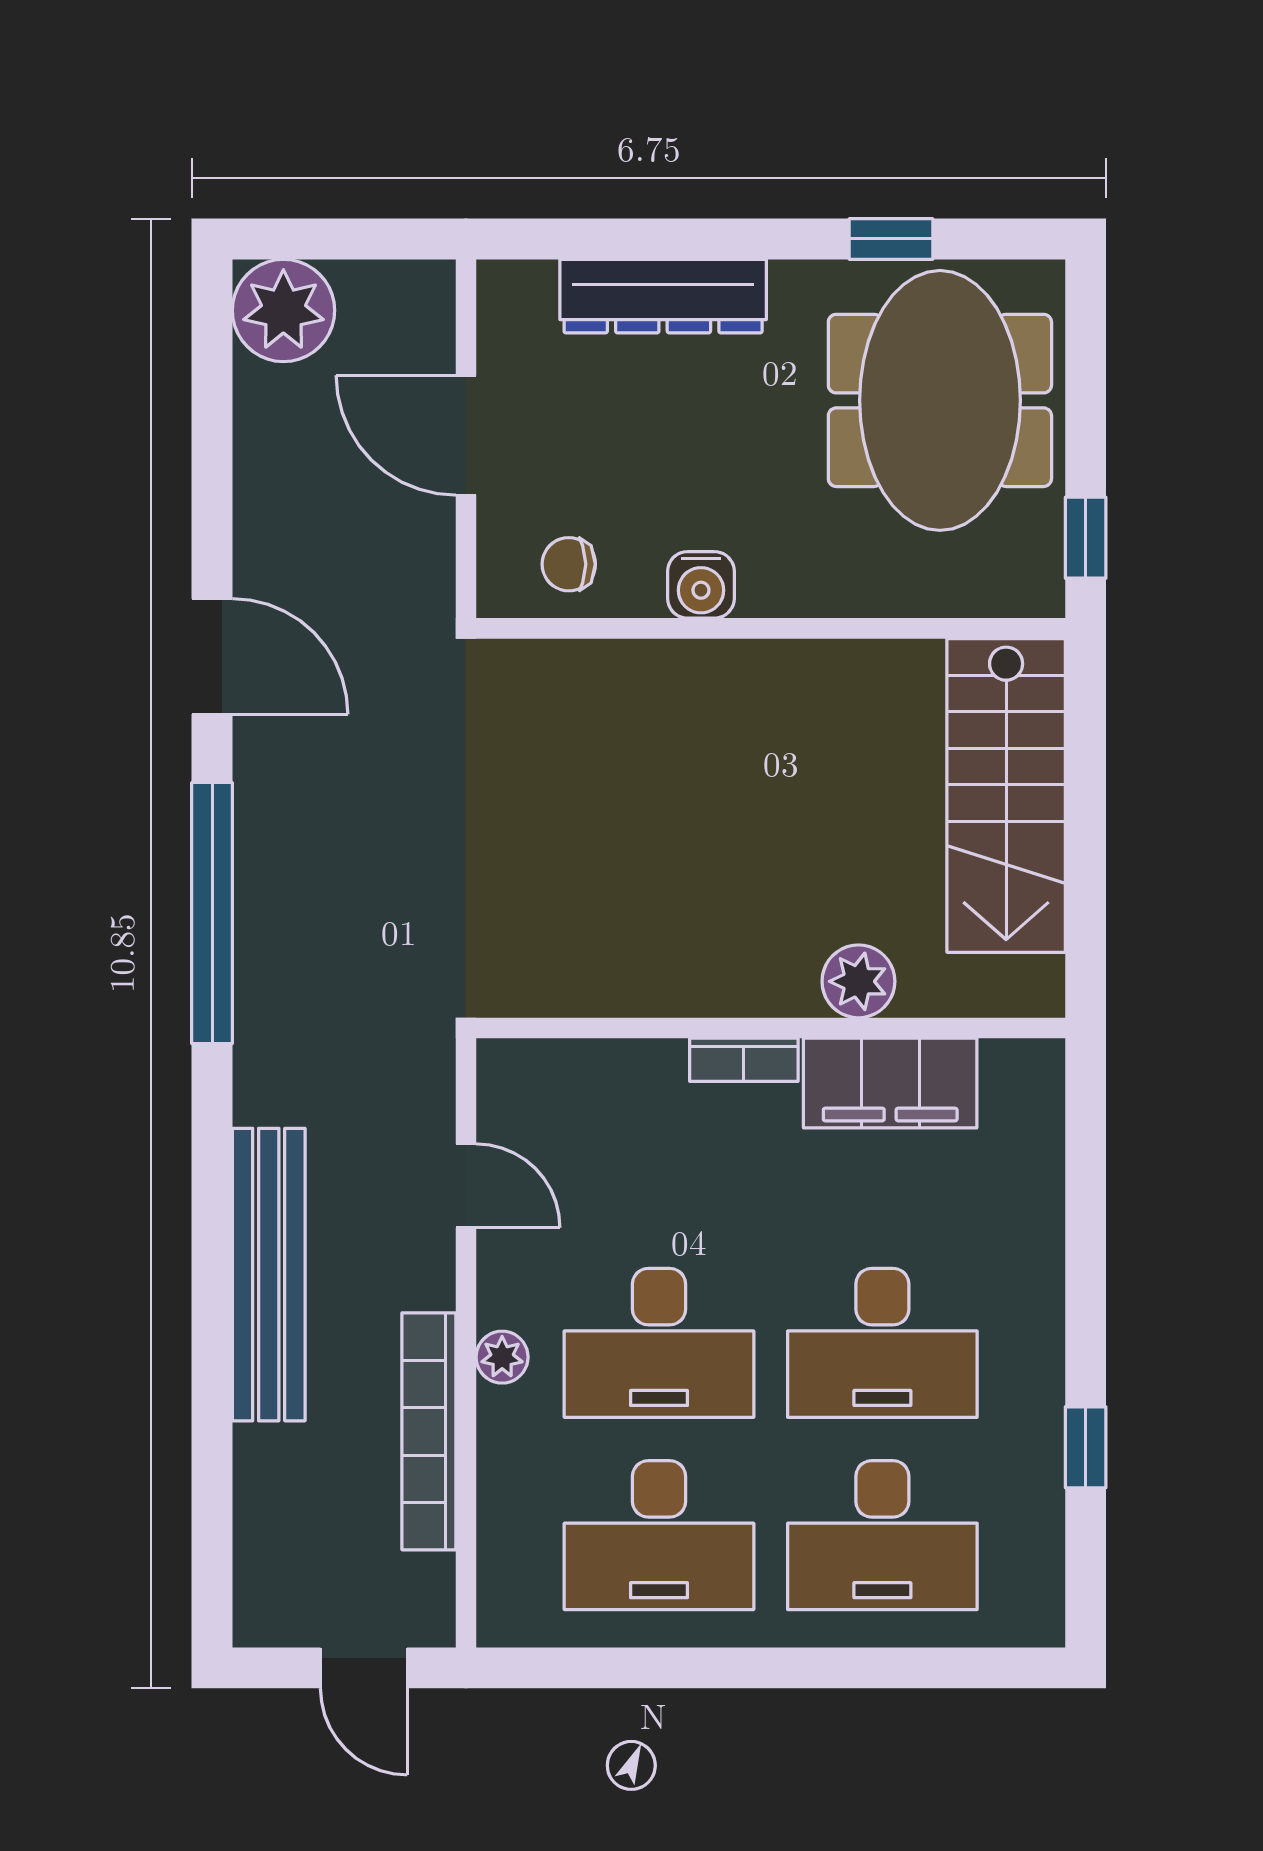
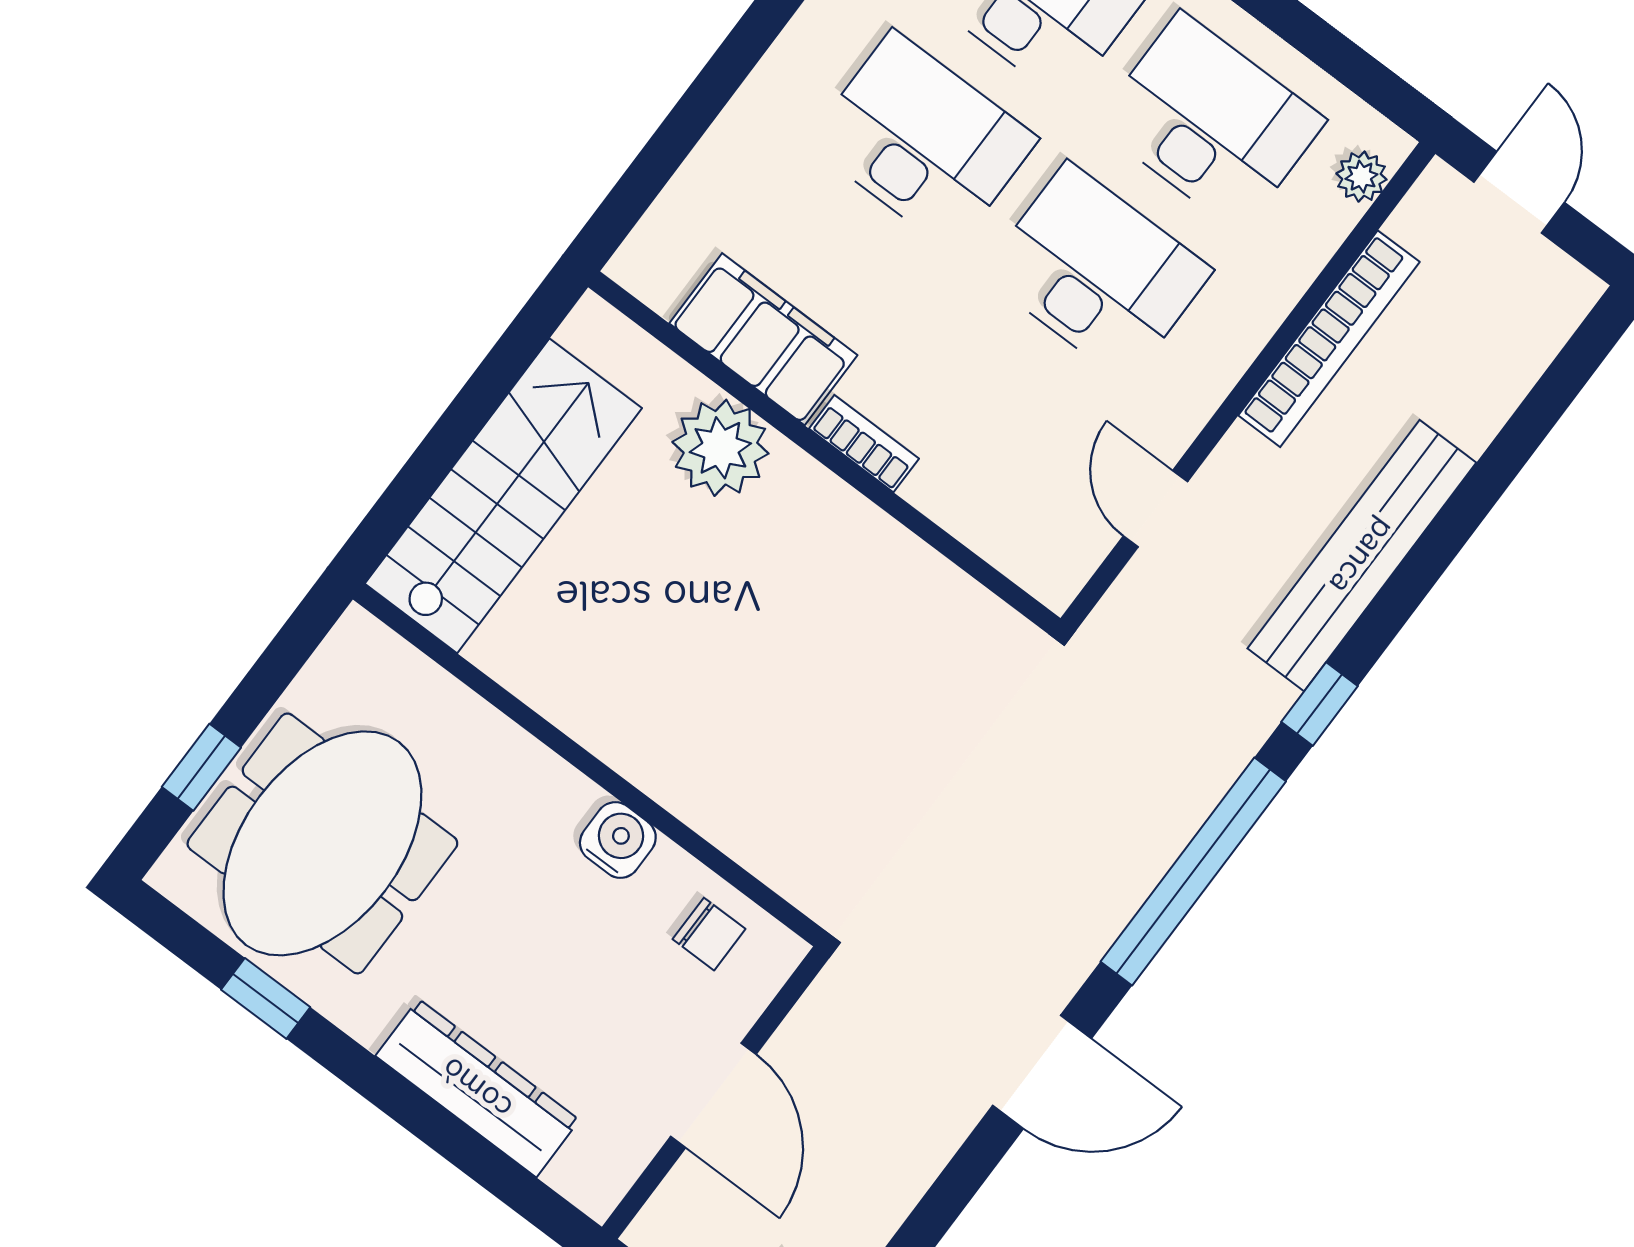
window: (1086, 538) -> (201, 767), moved
door: (212, 656) -> (1042, 1072), swing flipped
plant: (858, 981) -> (720, 448), width x1.36, depth x1.36
window: (212, 1127) -> (1319, 704), added
plant: (502, 1357) -> (1361, 177), moved

